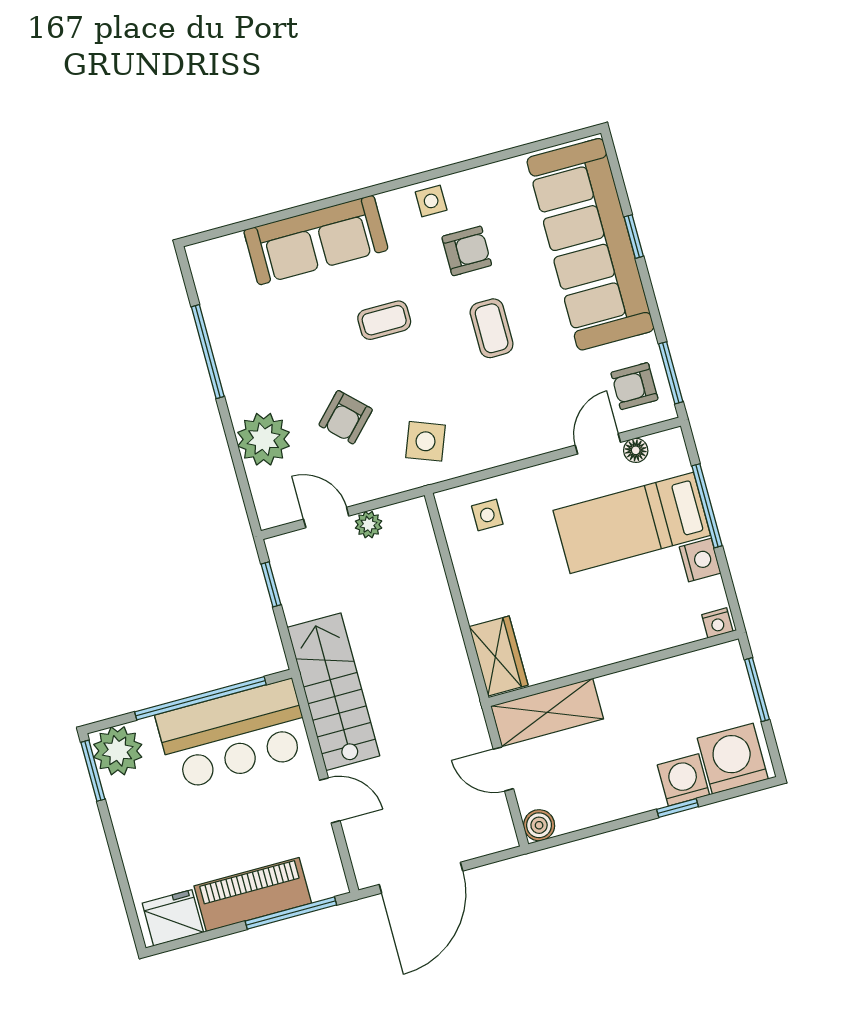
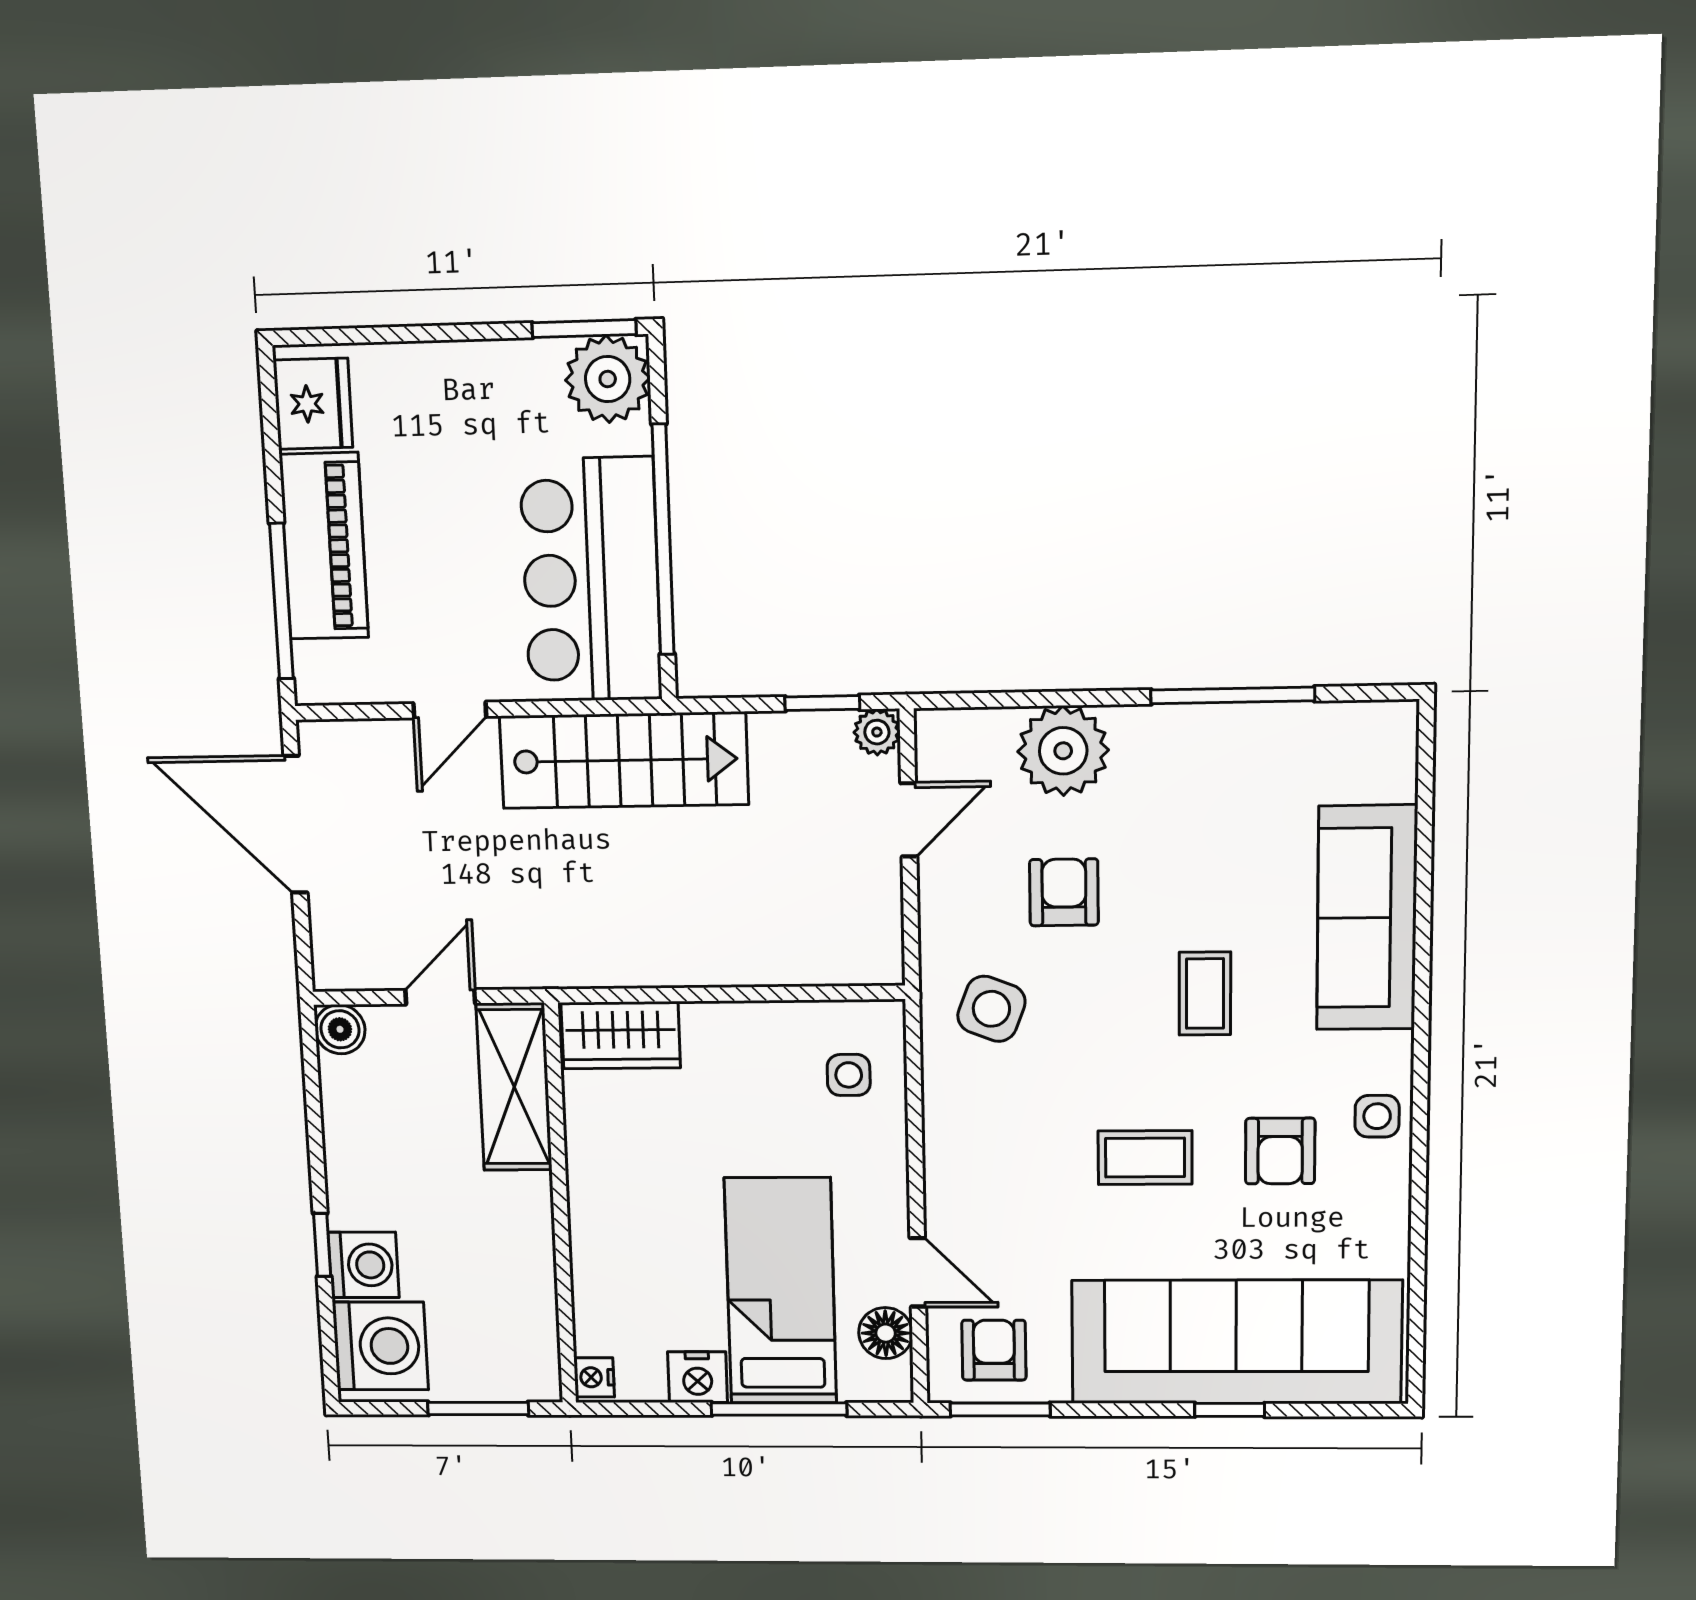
armchair: (346, 417) -> (1064, 892), turned 46
floor lamp: (636, 450) -> (886, 1333), width x1.37, depth x1.37
plant: (369, 525) -> (877, 732), moved

